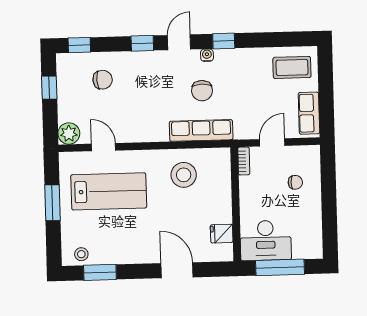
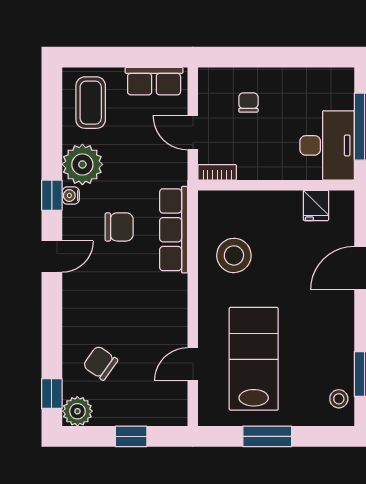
door: (179, 42) -> (52, 257), swing flipped
window: (142, 43) -> (52, 307), removed
water cooler: (207, 55) -> (71, 195), moved
plant: (247, 63) -> (82, 164), added
chair: (103, 80) -> (100, 363), turned -51
window: (49, 88) -> (131, 436), moved
plant: (69, 134) -> (77, 411), moved

